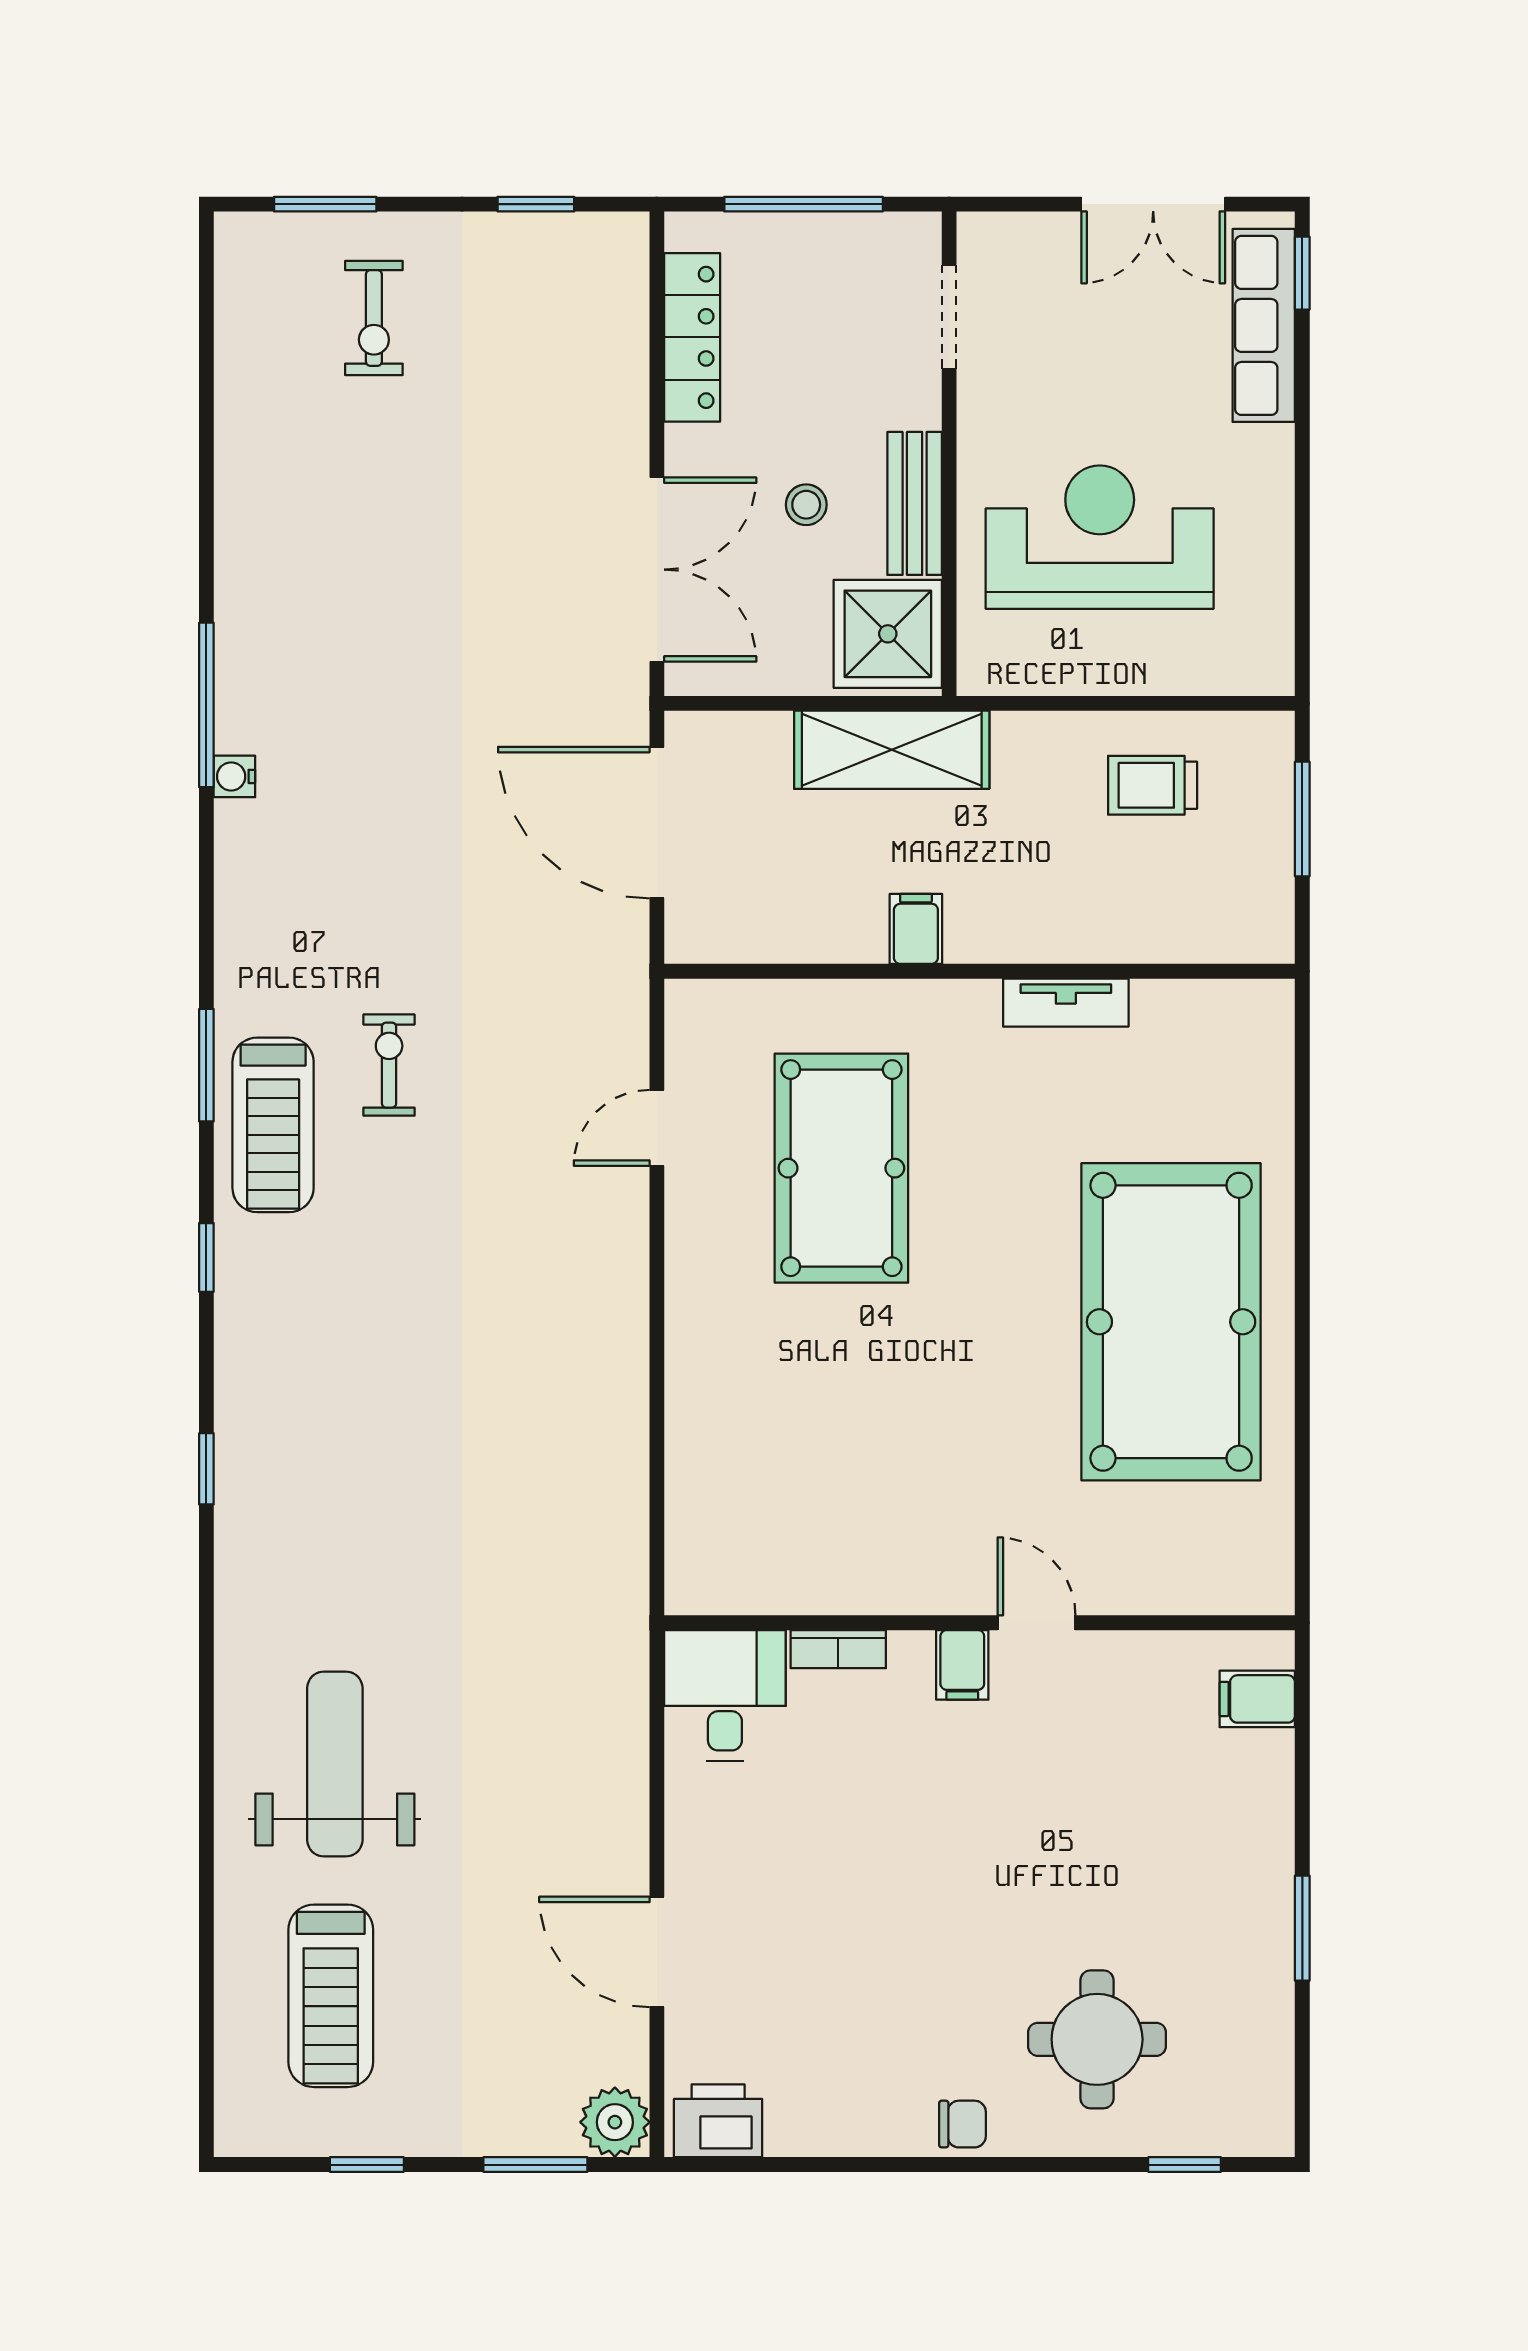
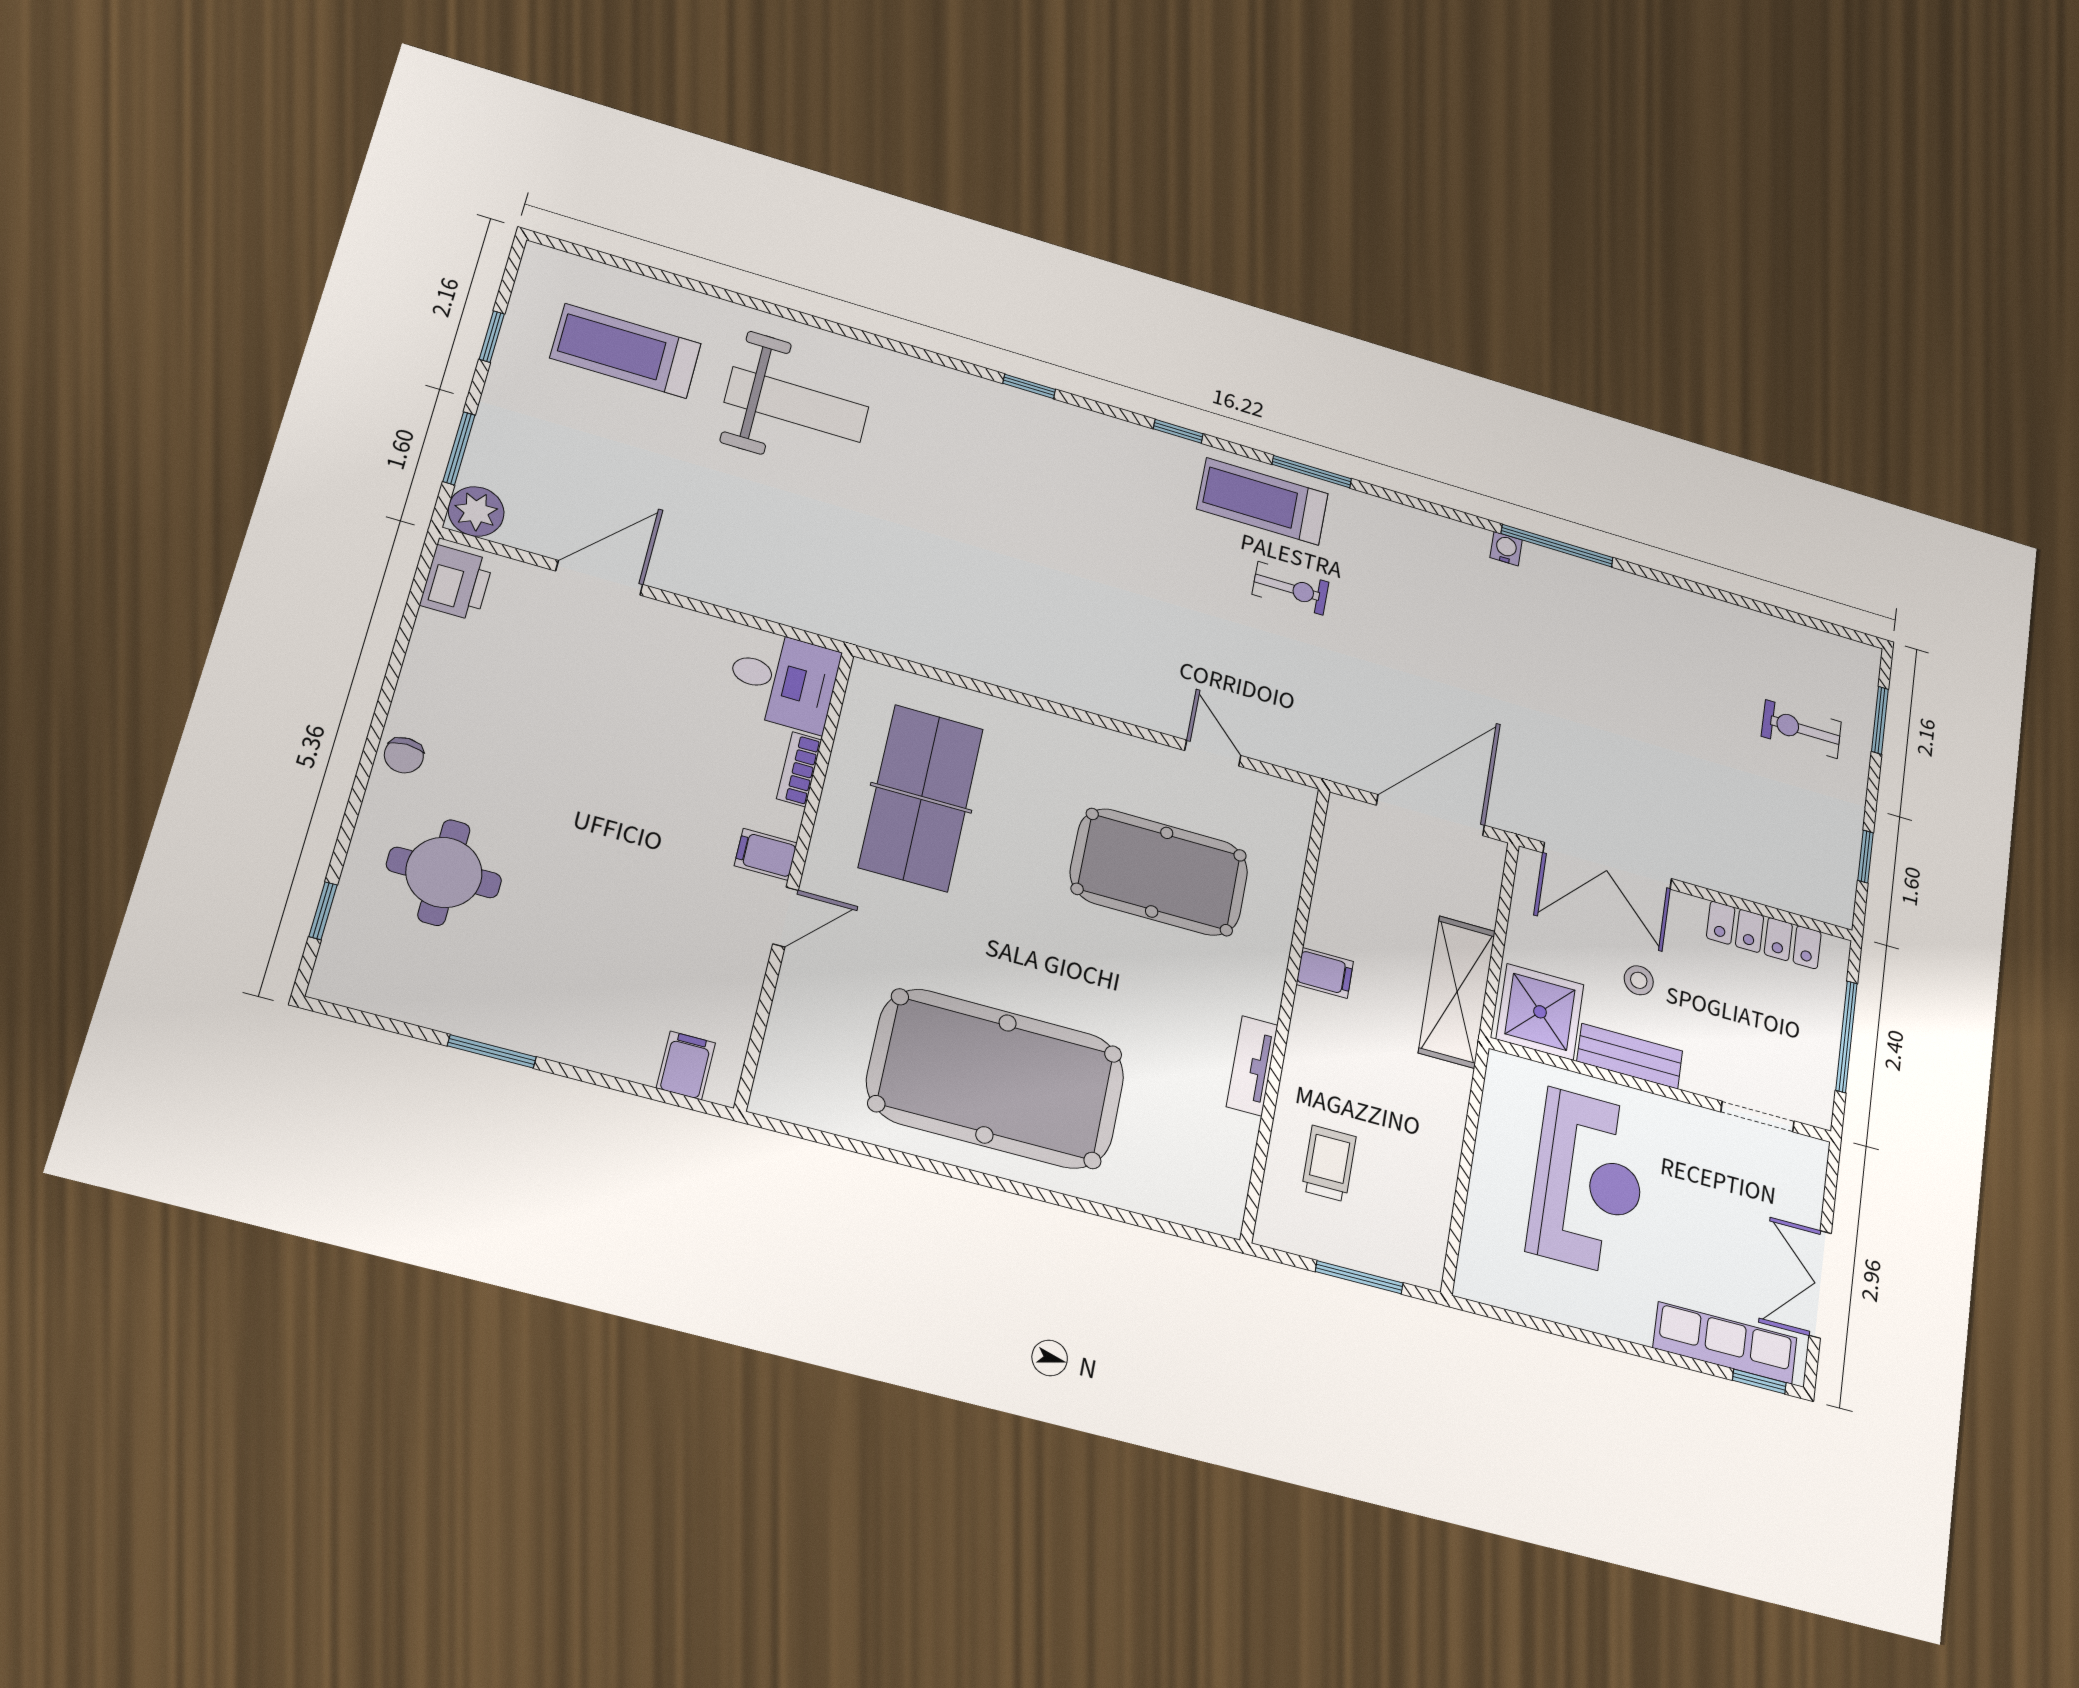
trolley: (1153, 785) -> (1329, 1163), moved
table tennis table: (831, 1490) -> (921, 798), added

